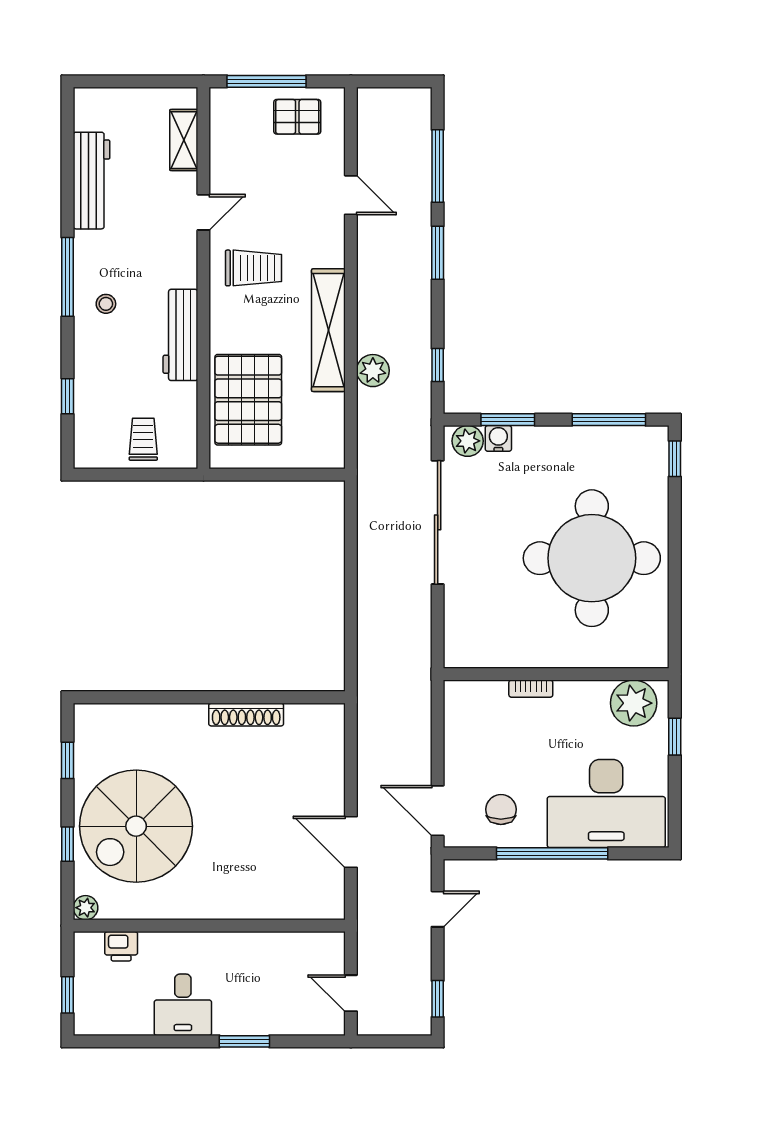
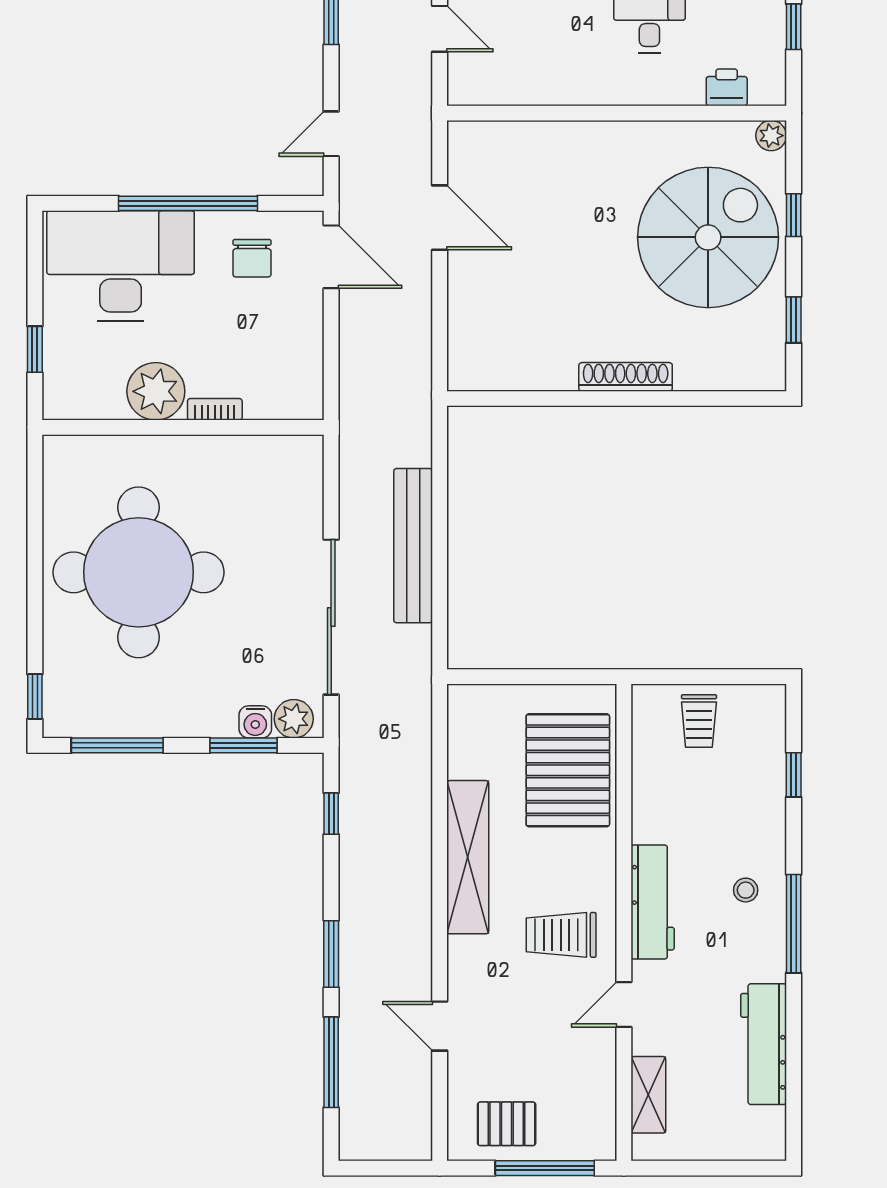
workbench: (180, 335) -> (653, 902), moved
plant: (373, 371) -> (412, 807), removed
bench: (372, 580) -> (413, 546), added
plant: (634, 703) -> (156, 391), moved
shoe rack: (246, 715) -> (626, 377), moved

